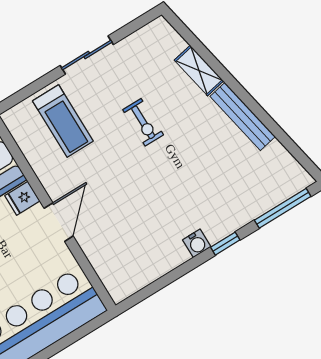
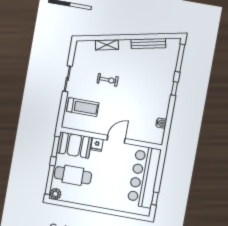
bench: (243, 117) -> (148, 43), moved
door: (59, 222) -> (116, 139), hinge flipped
water cooler: (197, 243) -> (161, 123), moved

